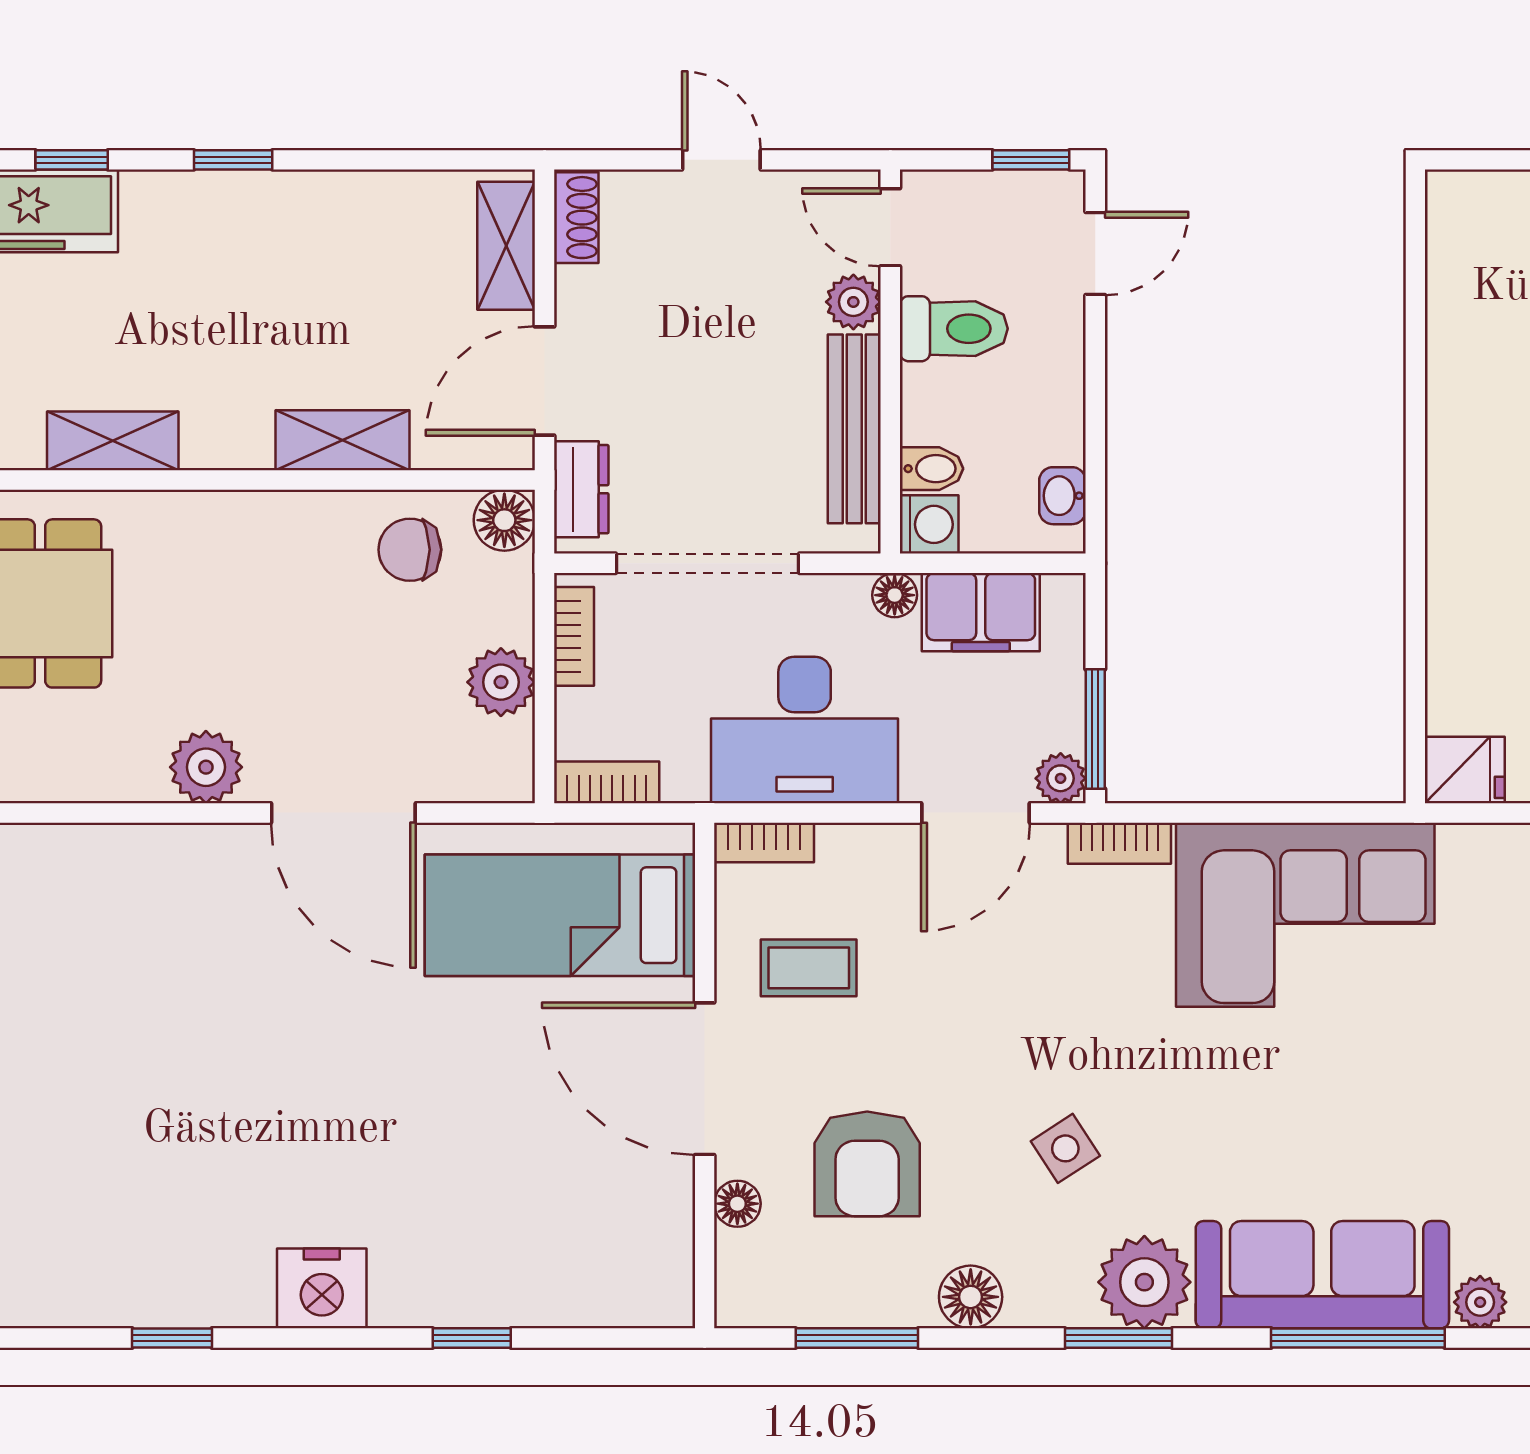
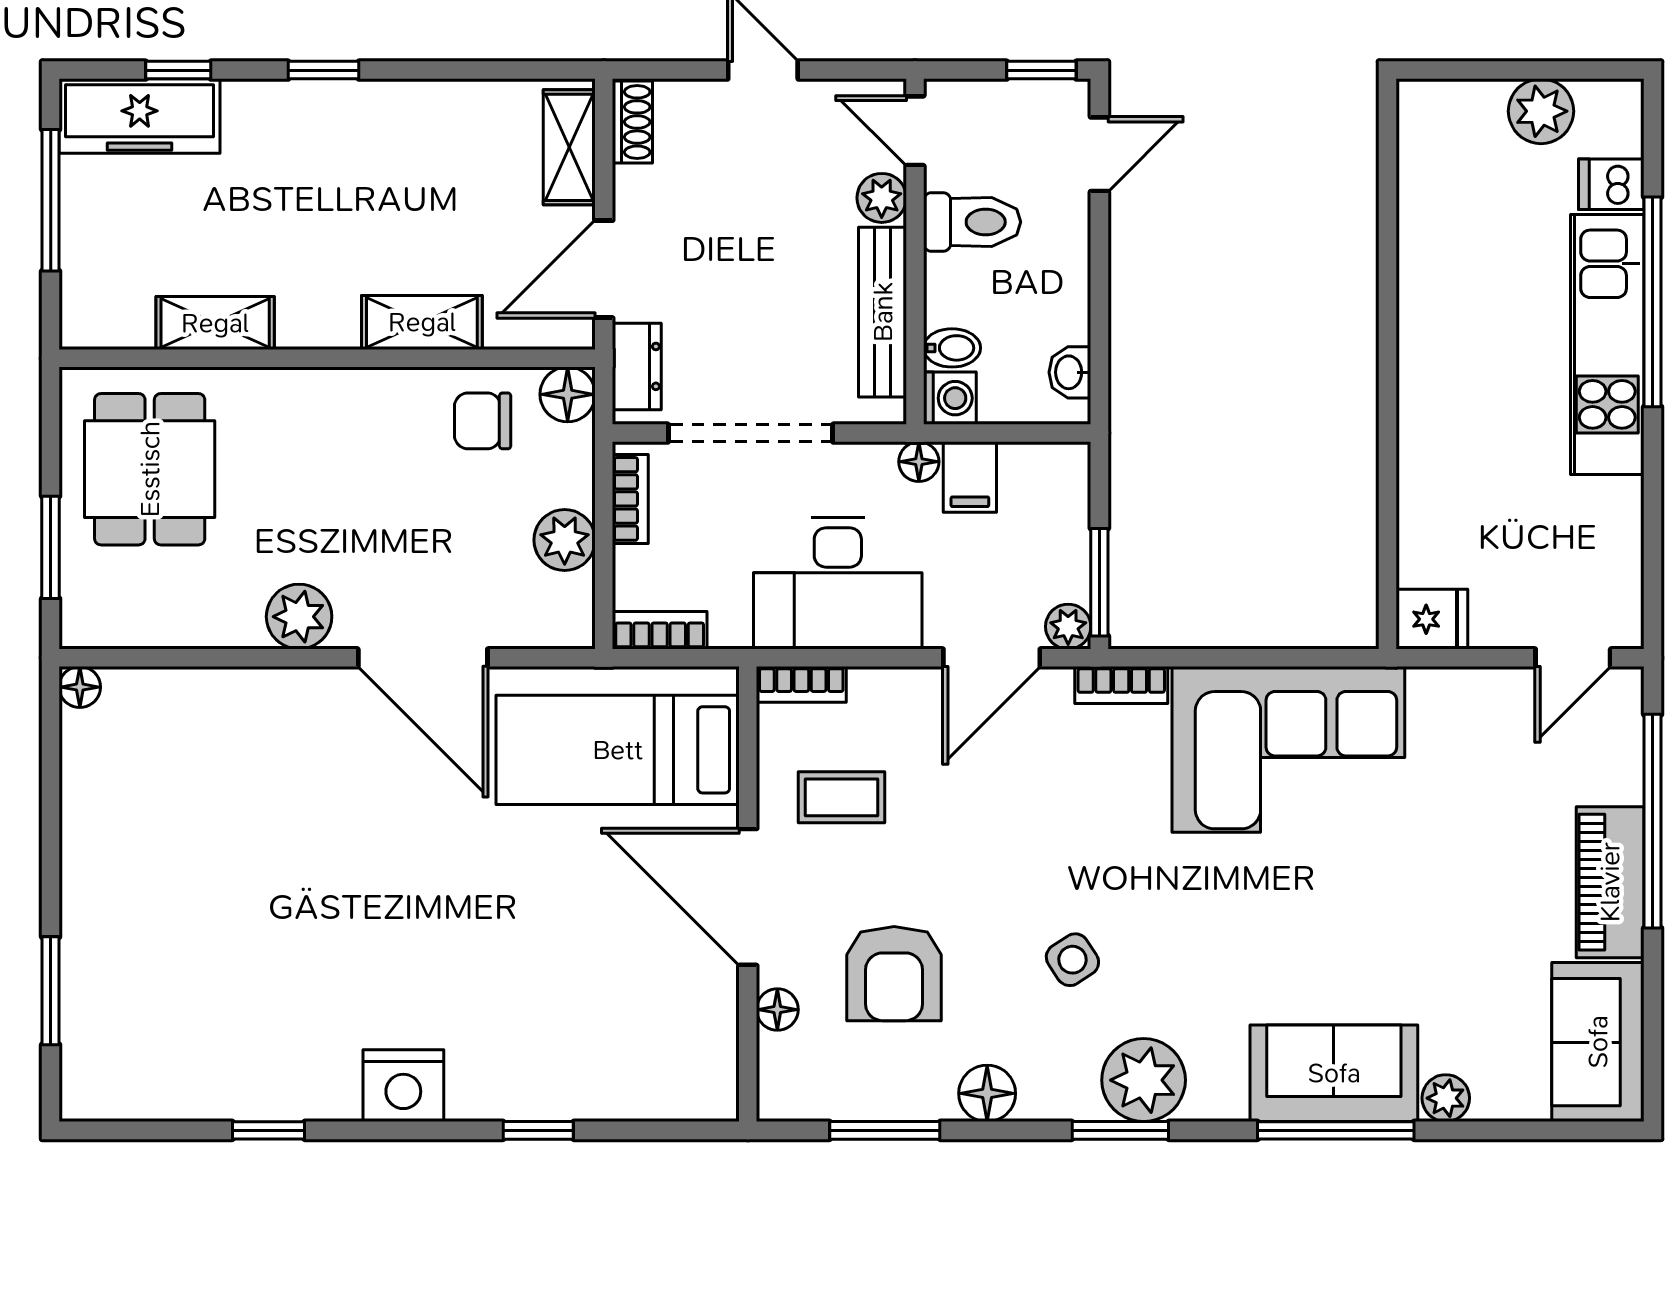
filing cabinet: (981, 612) -> (970, 477), width x0.50
sofa: (1322, 1275) -> (1334, 1073), width x0.73

